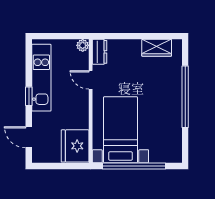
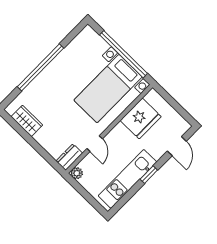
fridge: (75, 146) -> (141, 119), moved

